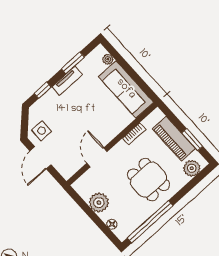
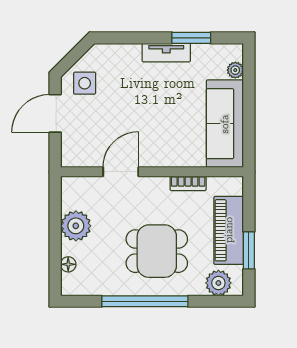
window: (43, 90) -> (128, 38), removed
dining table: (148, 180) -> (157, 251), turned 90
window: (150, 222) -> (145, 301), moved

